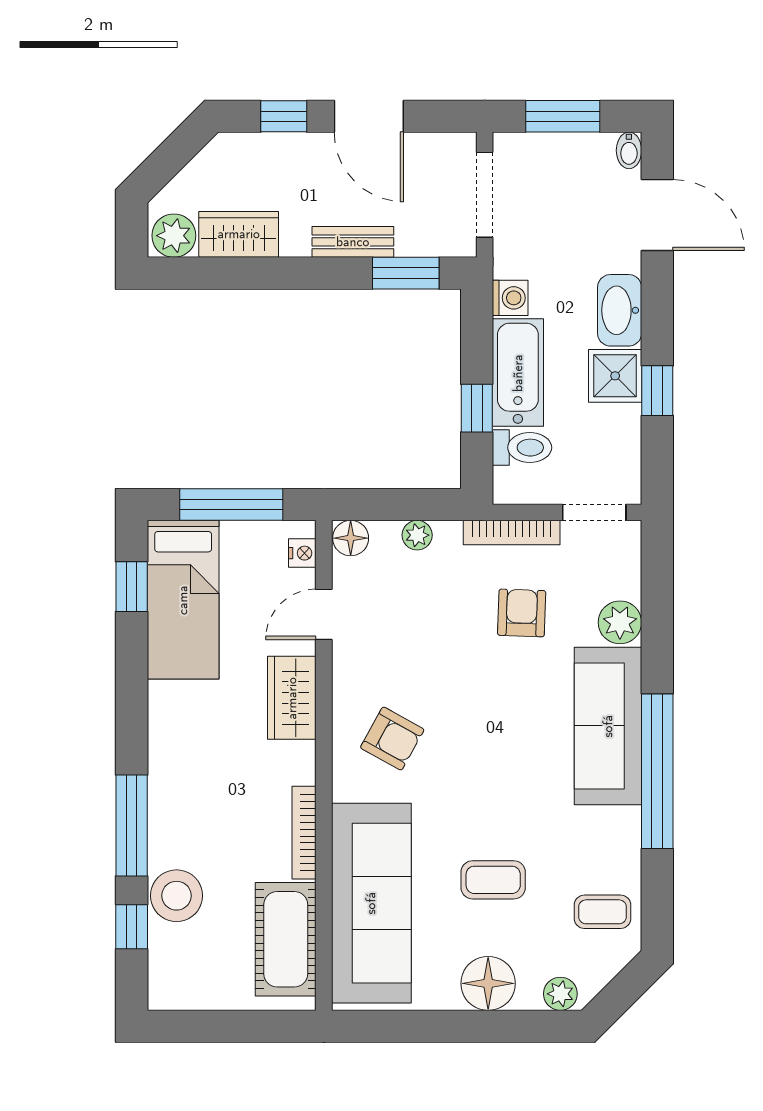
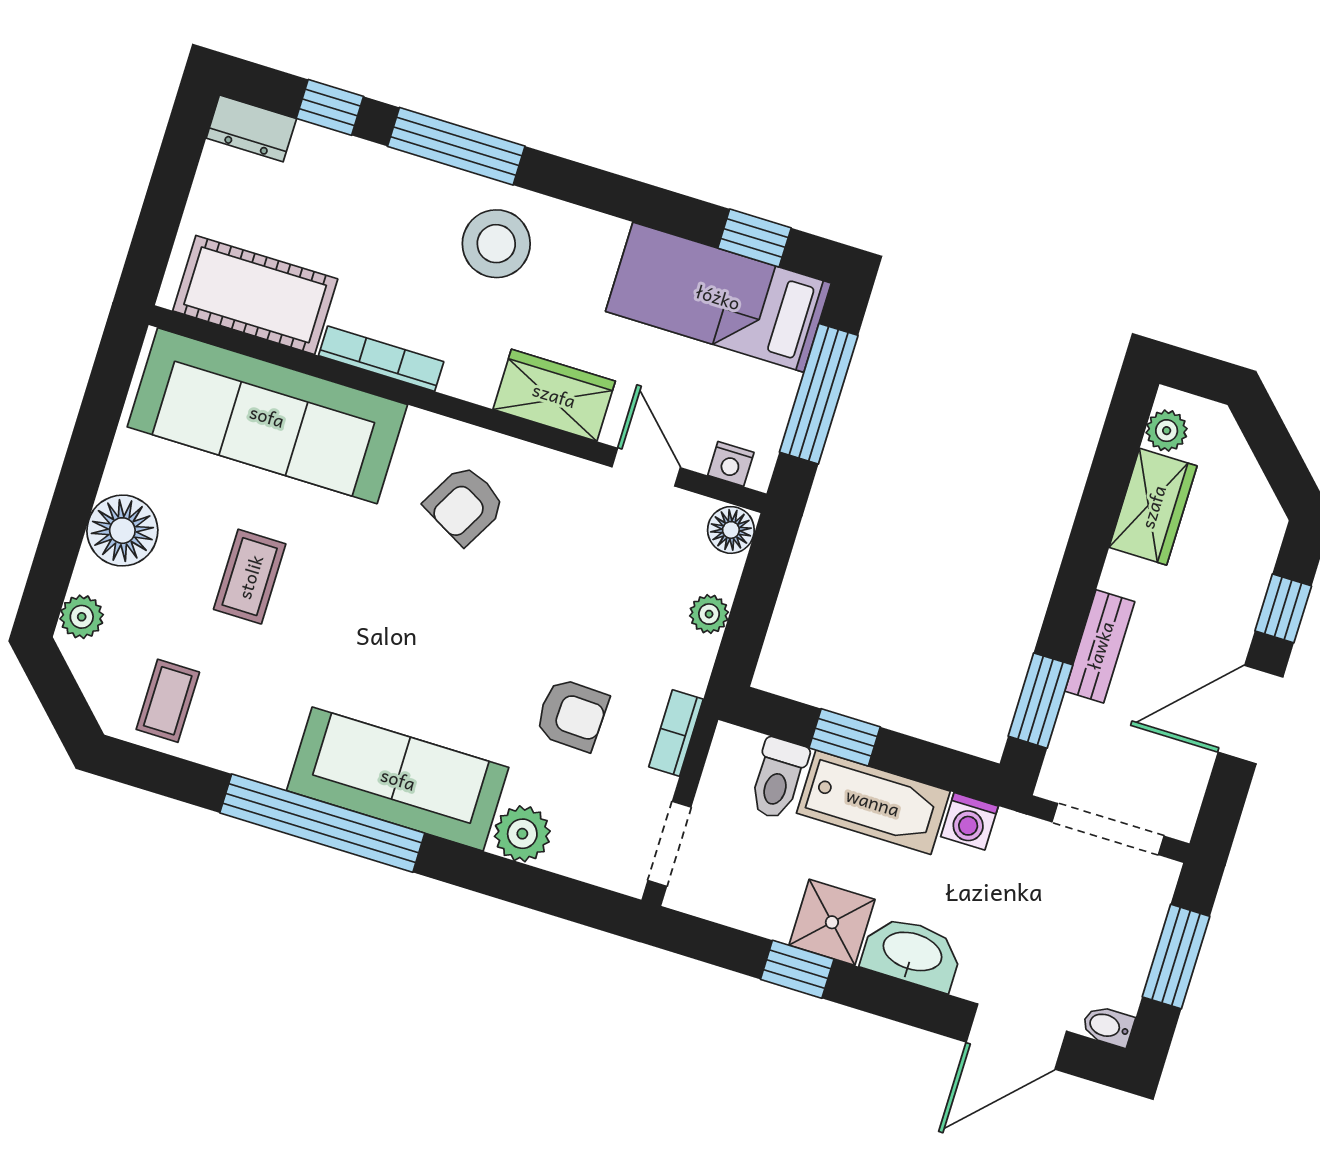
plant: (174, 236) -> (1167, 431), width x0.73, depth x0.73
bookcase: (512, 533) -> (676, 733), width x0.64
stool: (177, 896) -> (496, 244), moved
dresser: (165, 980) -> (251, 128), added

